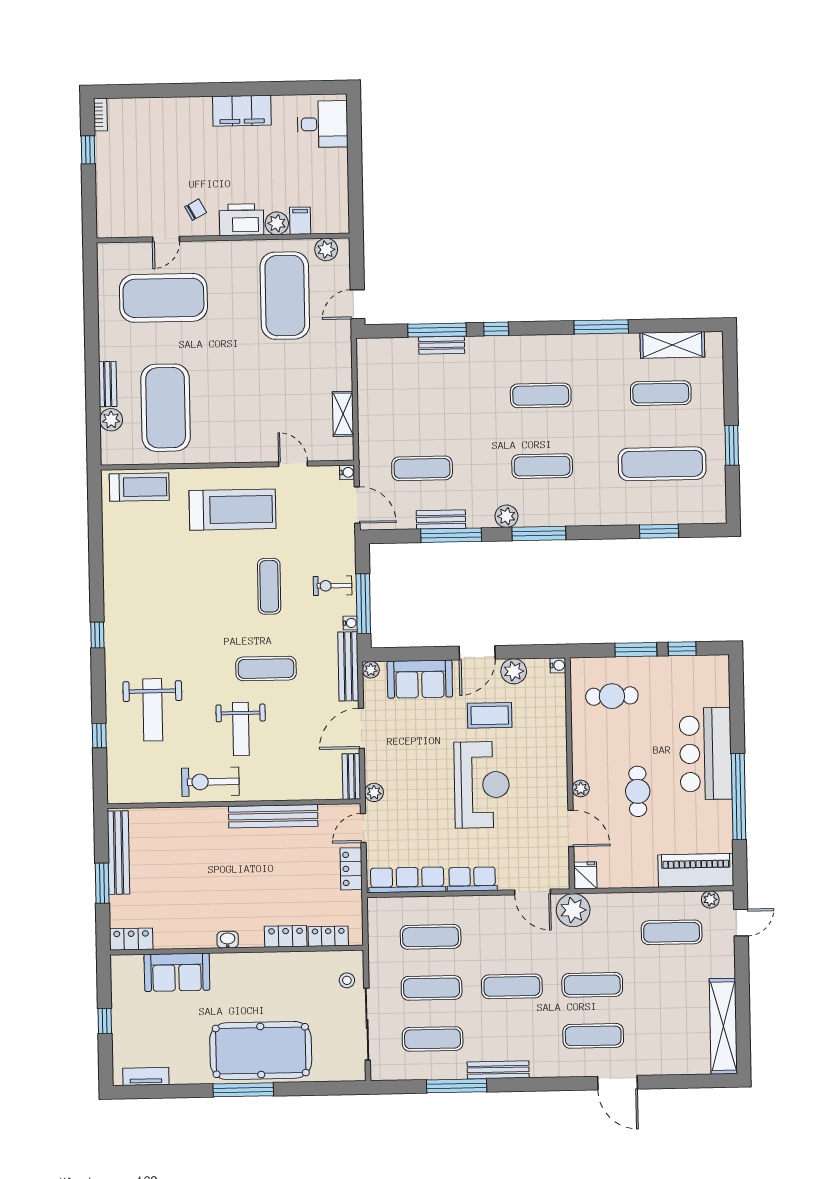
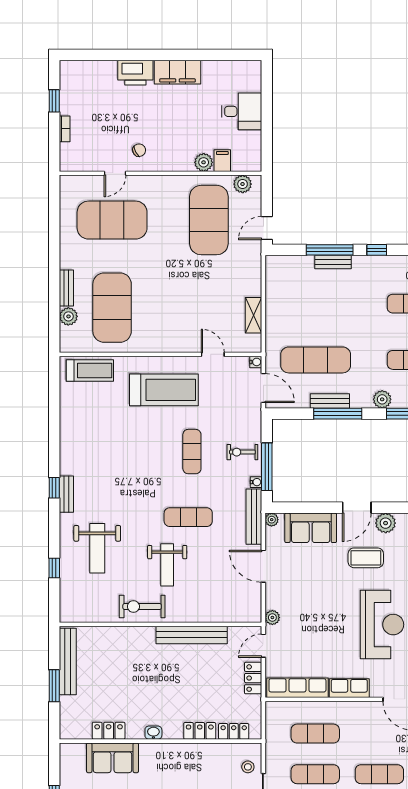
bookcase: (100, 115) -> (65, 129), moved
desk: (323, 124) -> (242, 111), moved
printer: (241, 220) -> (135, 73), moved, turned 180
exercise mat: (422, 468) -> (316, 360), width x1.36, depth x1.45
door: (361, 728) -> (263, 566), hinge flipped
bench: (351, 776) -> (66, 494), moved
reception desk: (482, 785) -> (382, 625), moved
locker: (131, 939) -> (109, 731), moved

